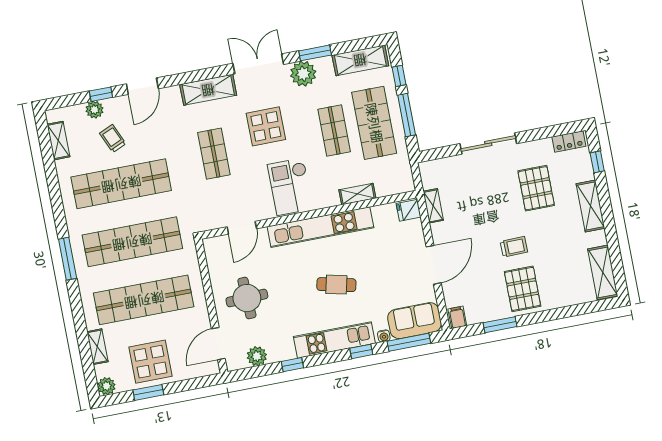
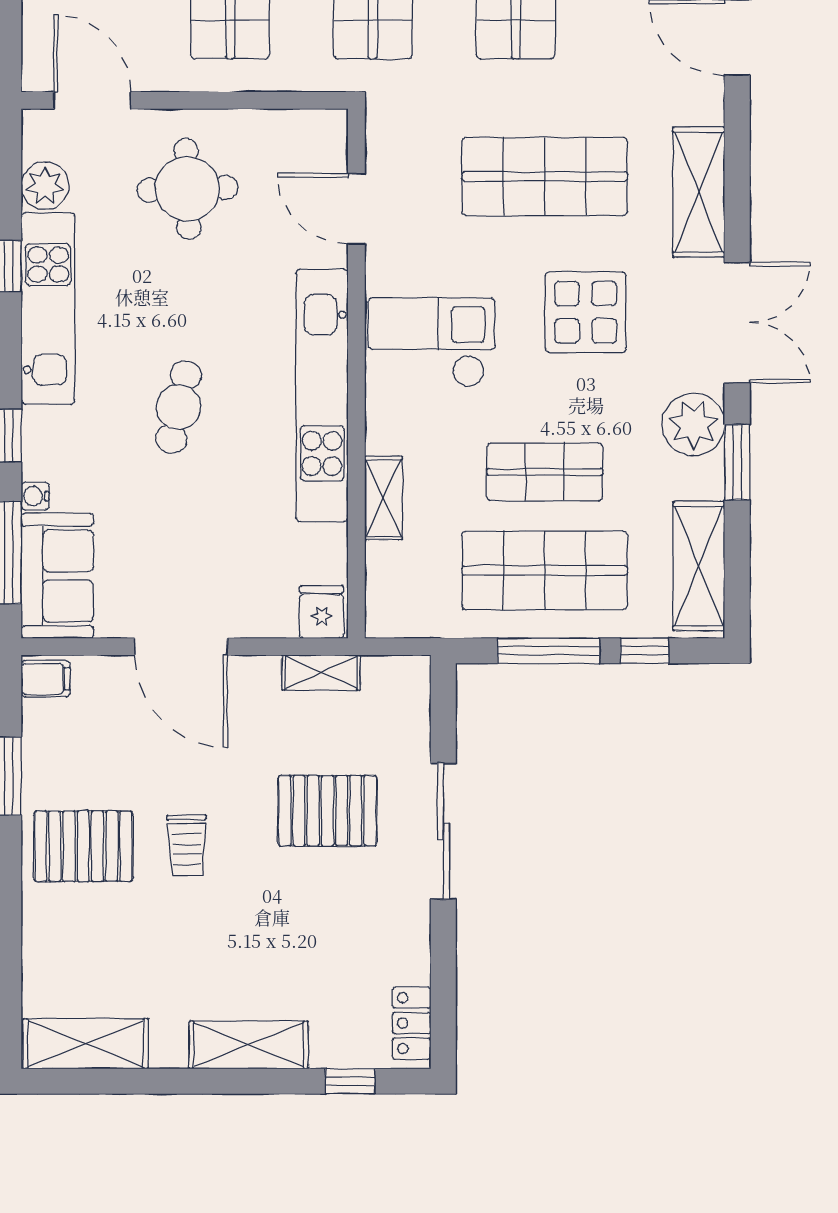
shop shelf: (214, 154) -> (545, 177), width x1.43, depth x1.36
pallet: (536, 188) -> (327, 811), moved
kitchen unit: (334, 340) -> (48, 309), moved

